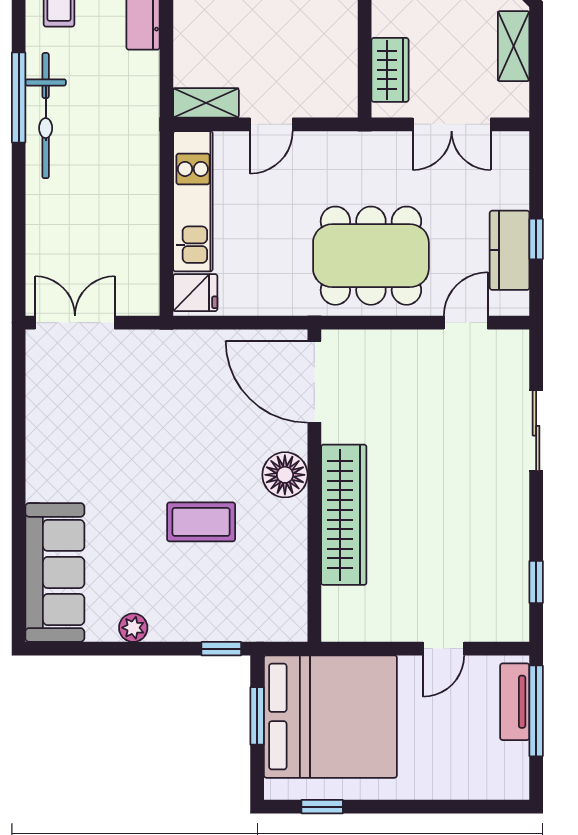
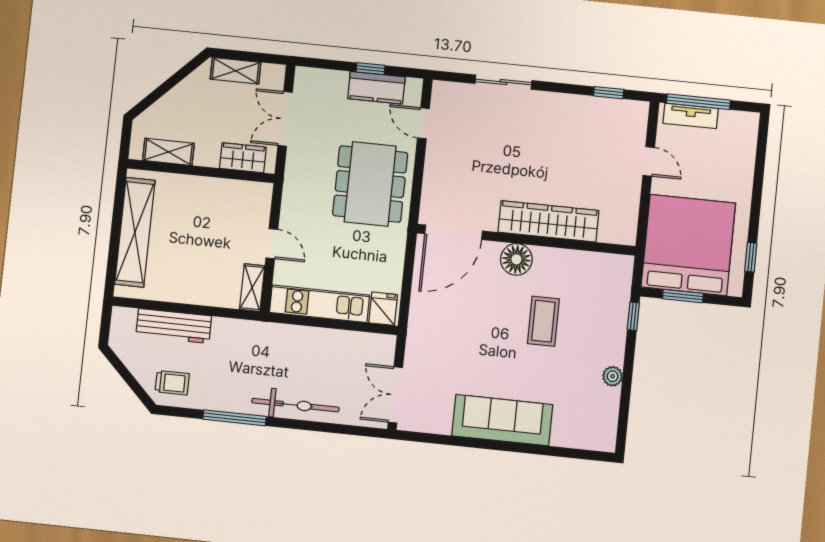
bicycle: (46, 116) -> (295, 405), moved
double door: (452, 124) -> (285, 119), swing flipped
sofa: (55, 572) -> (502, 420), moved

